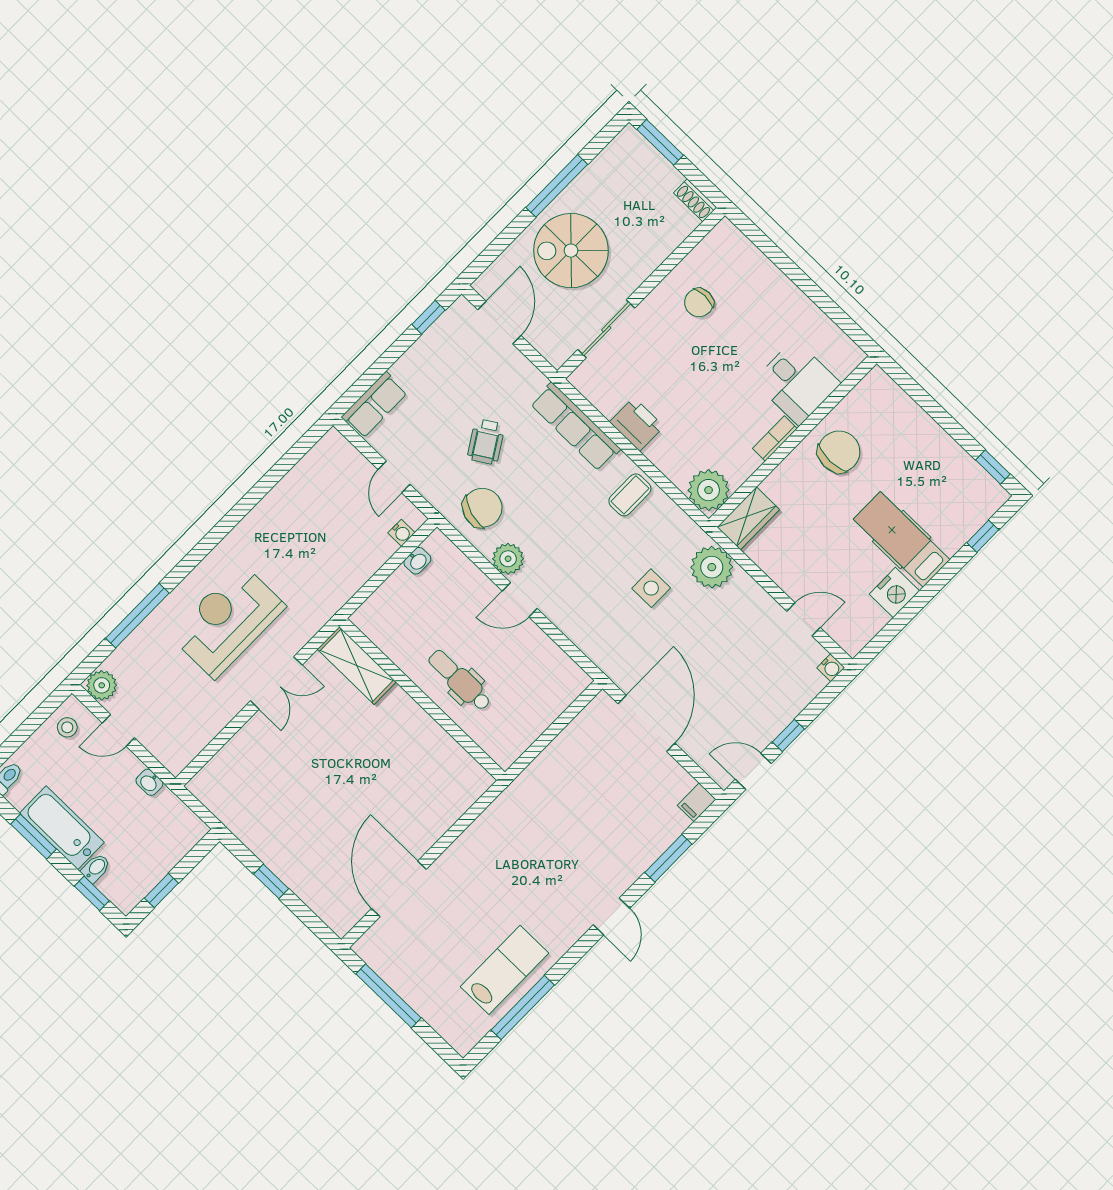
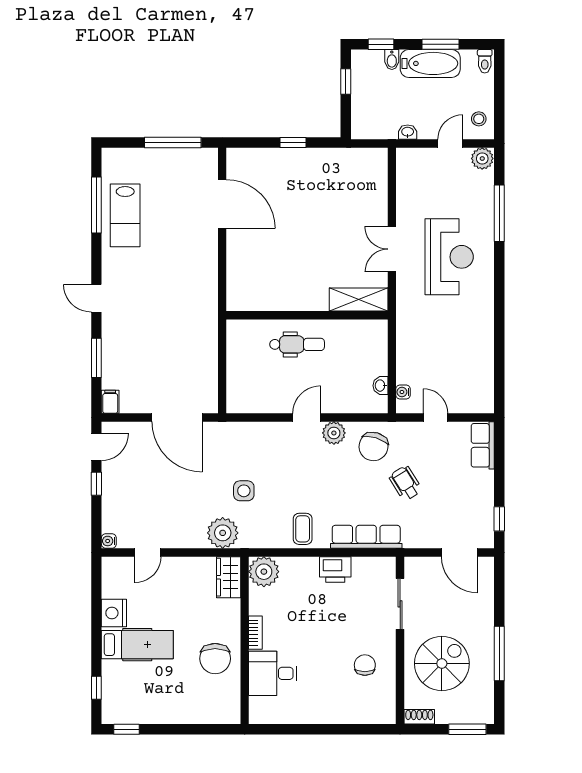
spiral stairs: (571, 251) -> (442, 663), moved

